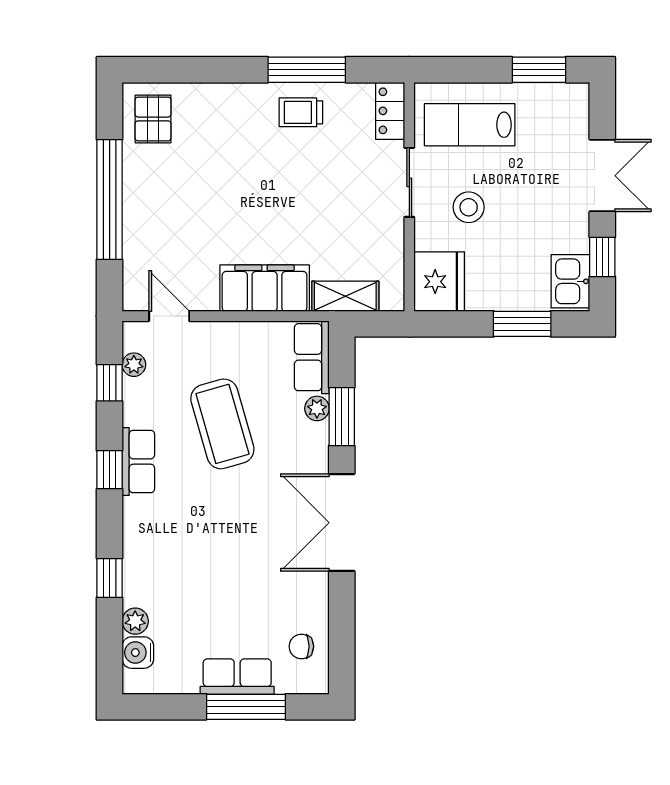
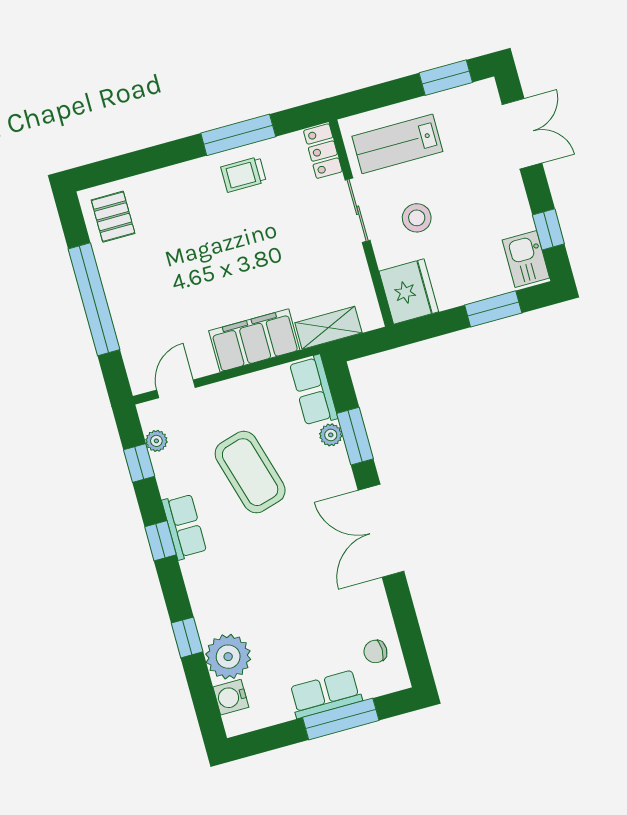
double door: (602, 176) -> (522, 134), moved
door: (169, 316) -> (176, 389), hinge flipped
plant: (135, 621) -> (228, 657), width x1.87, depth x1.87

